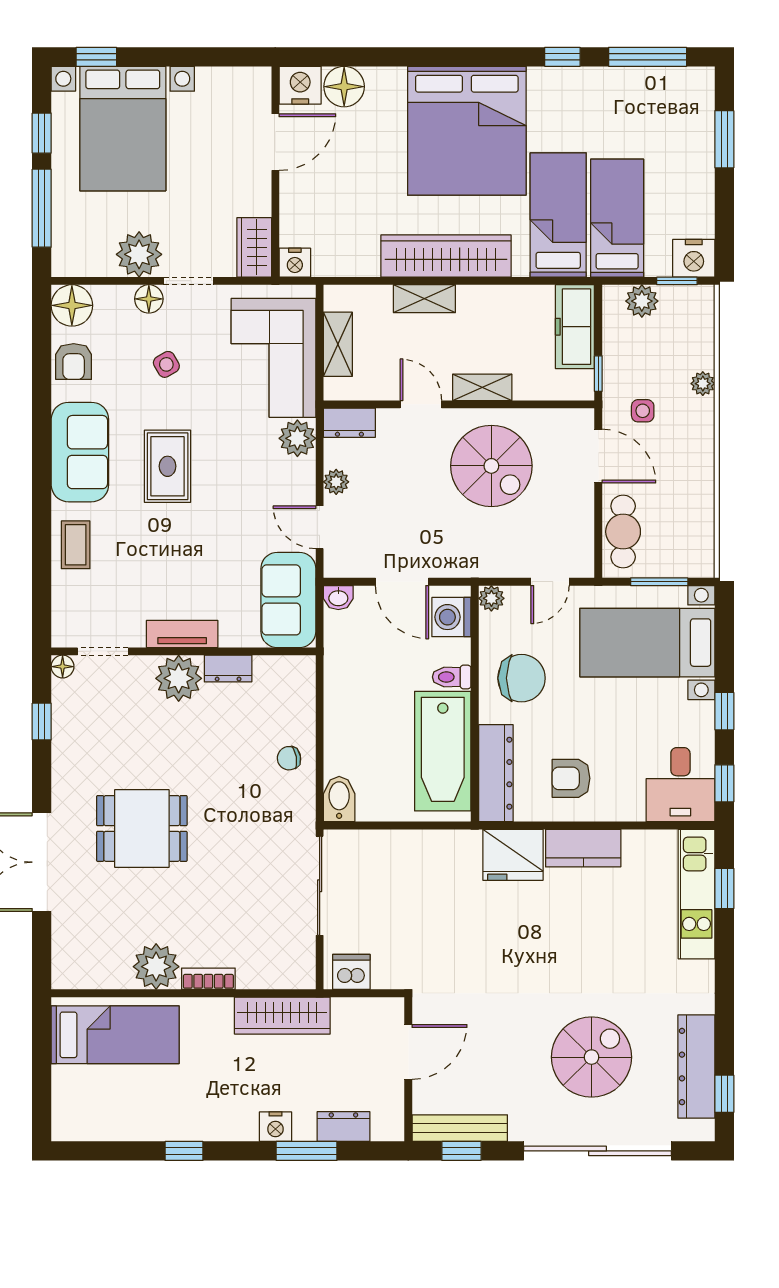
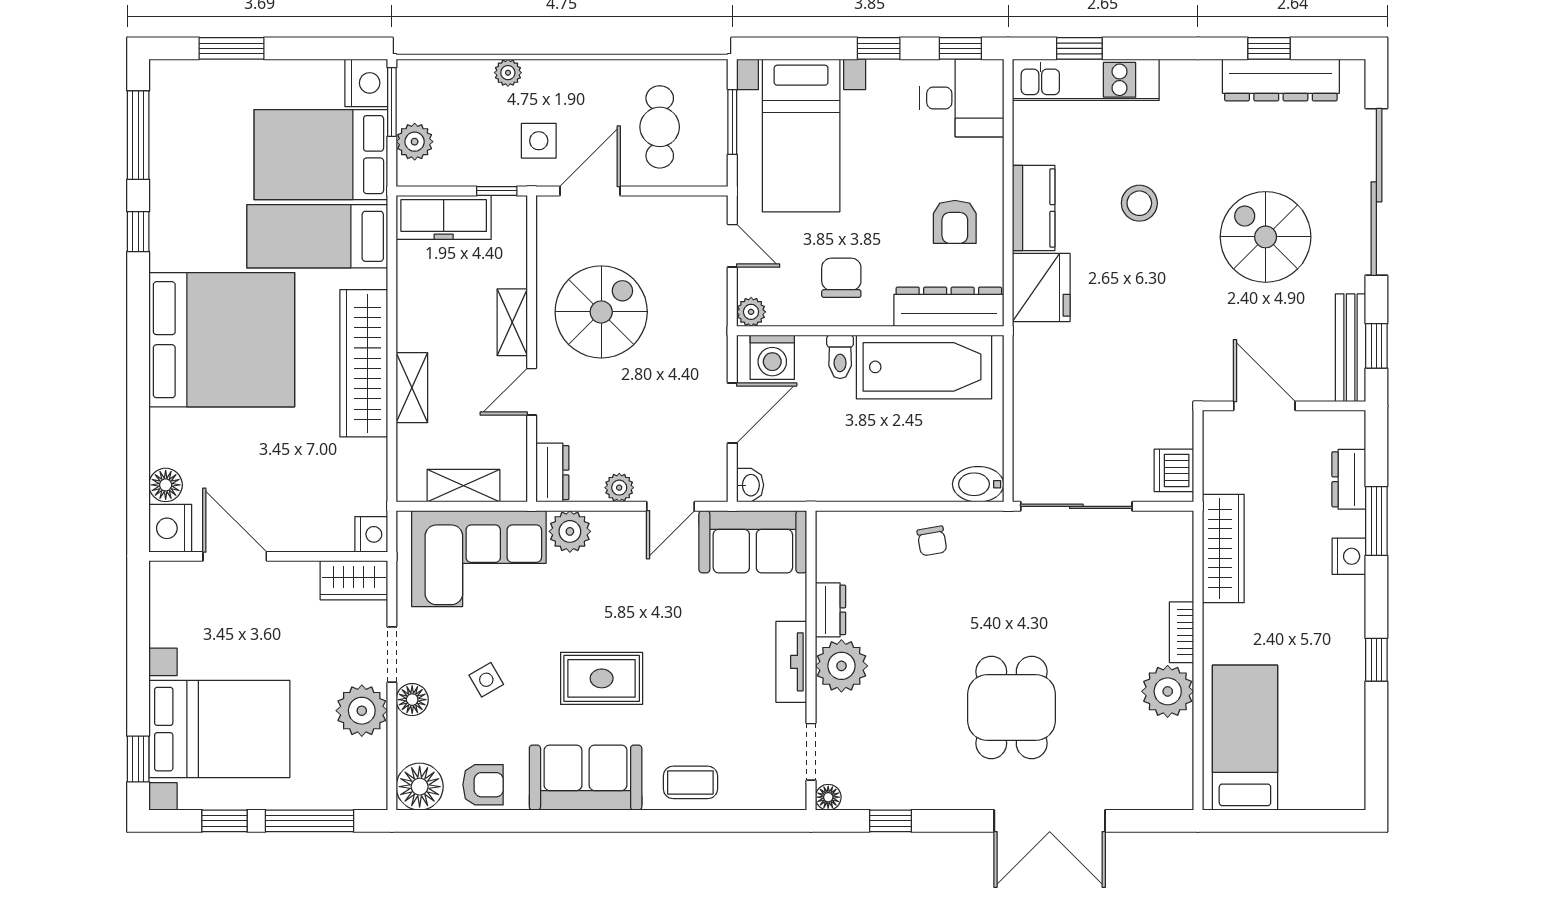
floor lamp: (344, 87) -> (166, 485), width x0.73, depth x0.73
bed: (617, 218) -> (321, 155), width x1.50
window: (677, 281) -> (392, 102), width x1.50
side table: (643, 411) -> (539, 141), width x1.37, depth x1.37
cafe table: (623, 532) -> (660, 127), moved, turned 90
chair: (522, 678) -> (841, 278), width x0.73, depth x0.73
stool: (587, 941) -> (1139, 203), added
spiral stairs: (592, 1057) -> (1266, 237), moved
window: (724, 1094) -> (1269, 48), moved

